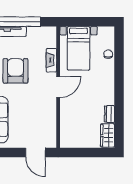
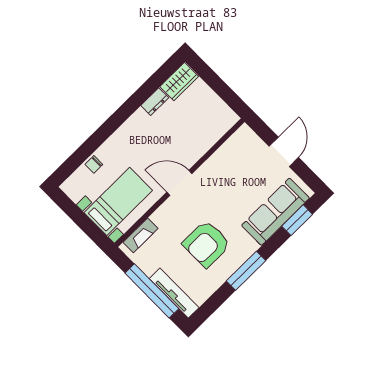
fireplace: (51, 60) -> (140, 235), moved
door: (35, 152) -> (284, 152), moved

